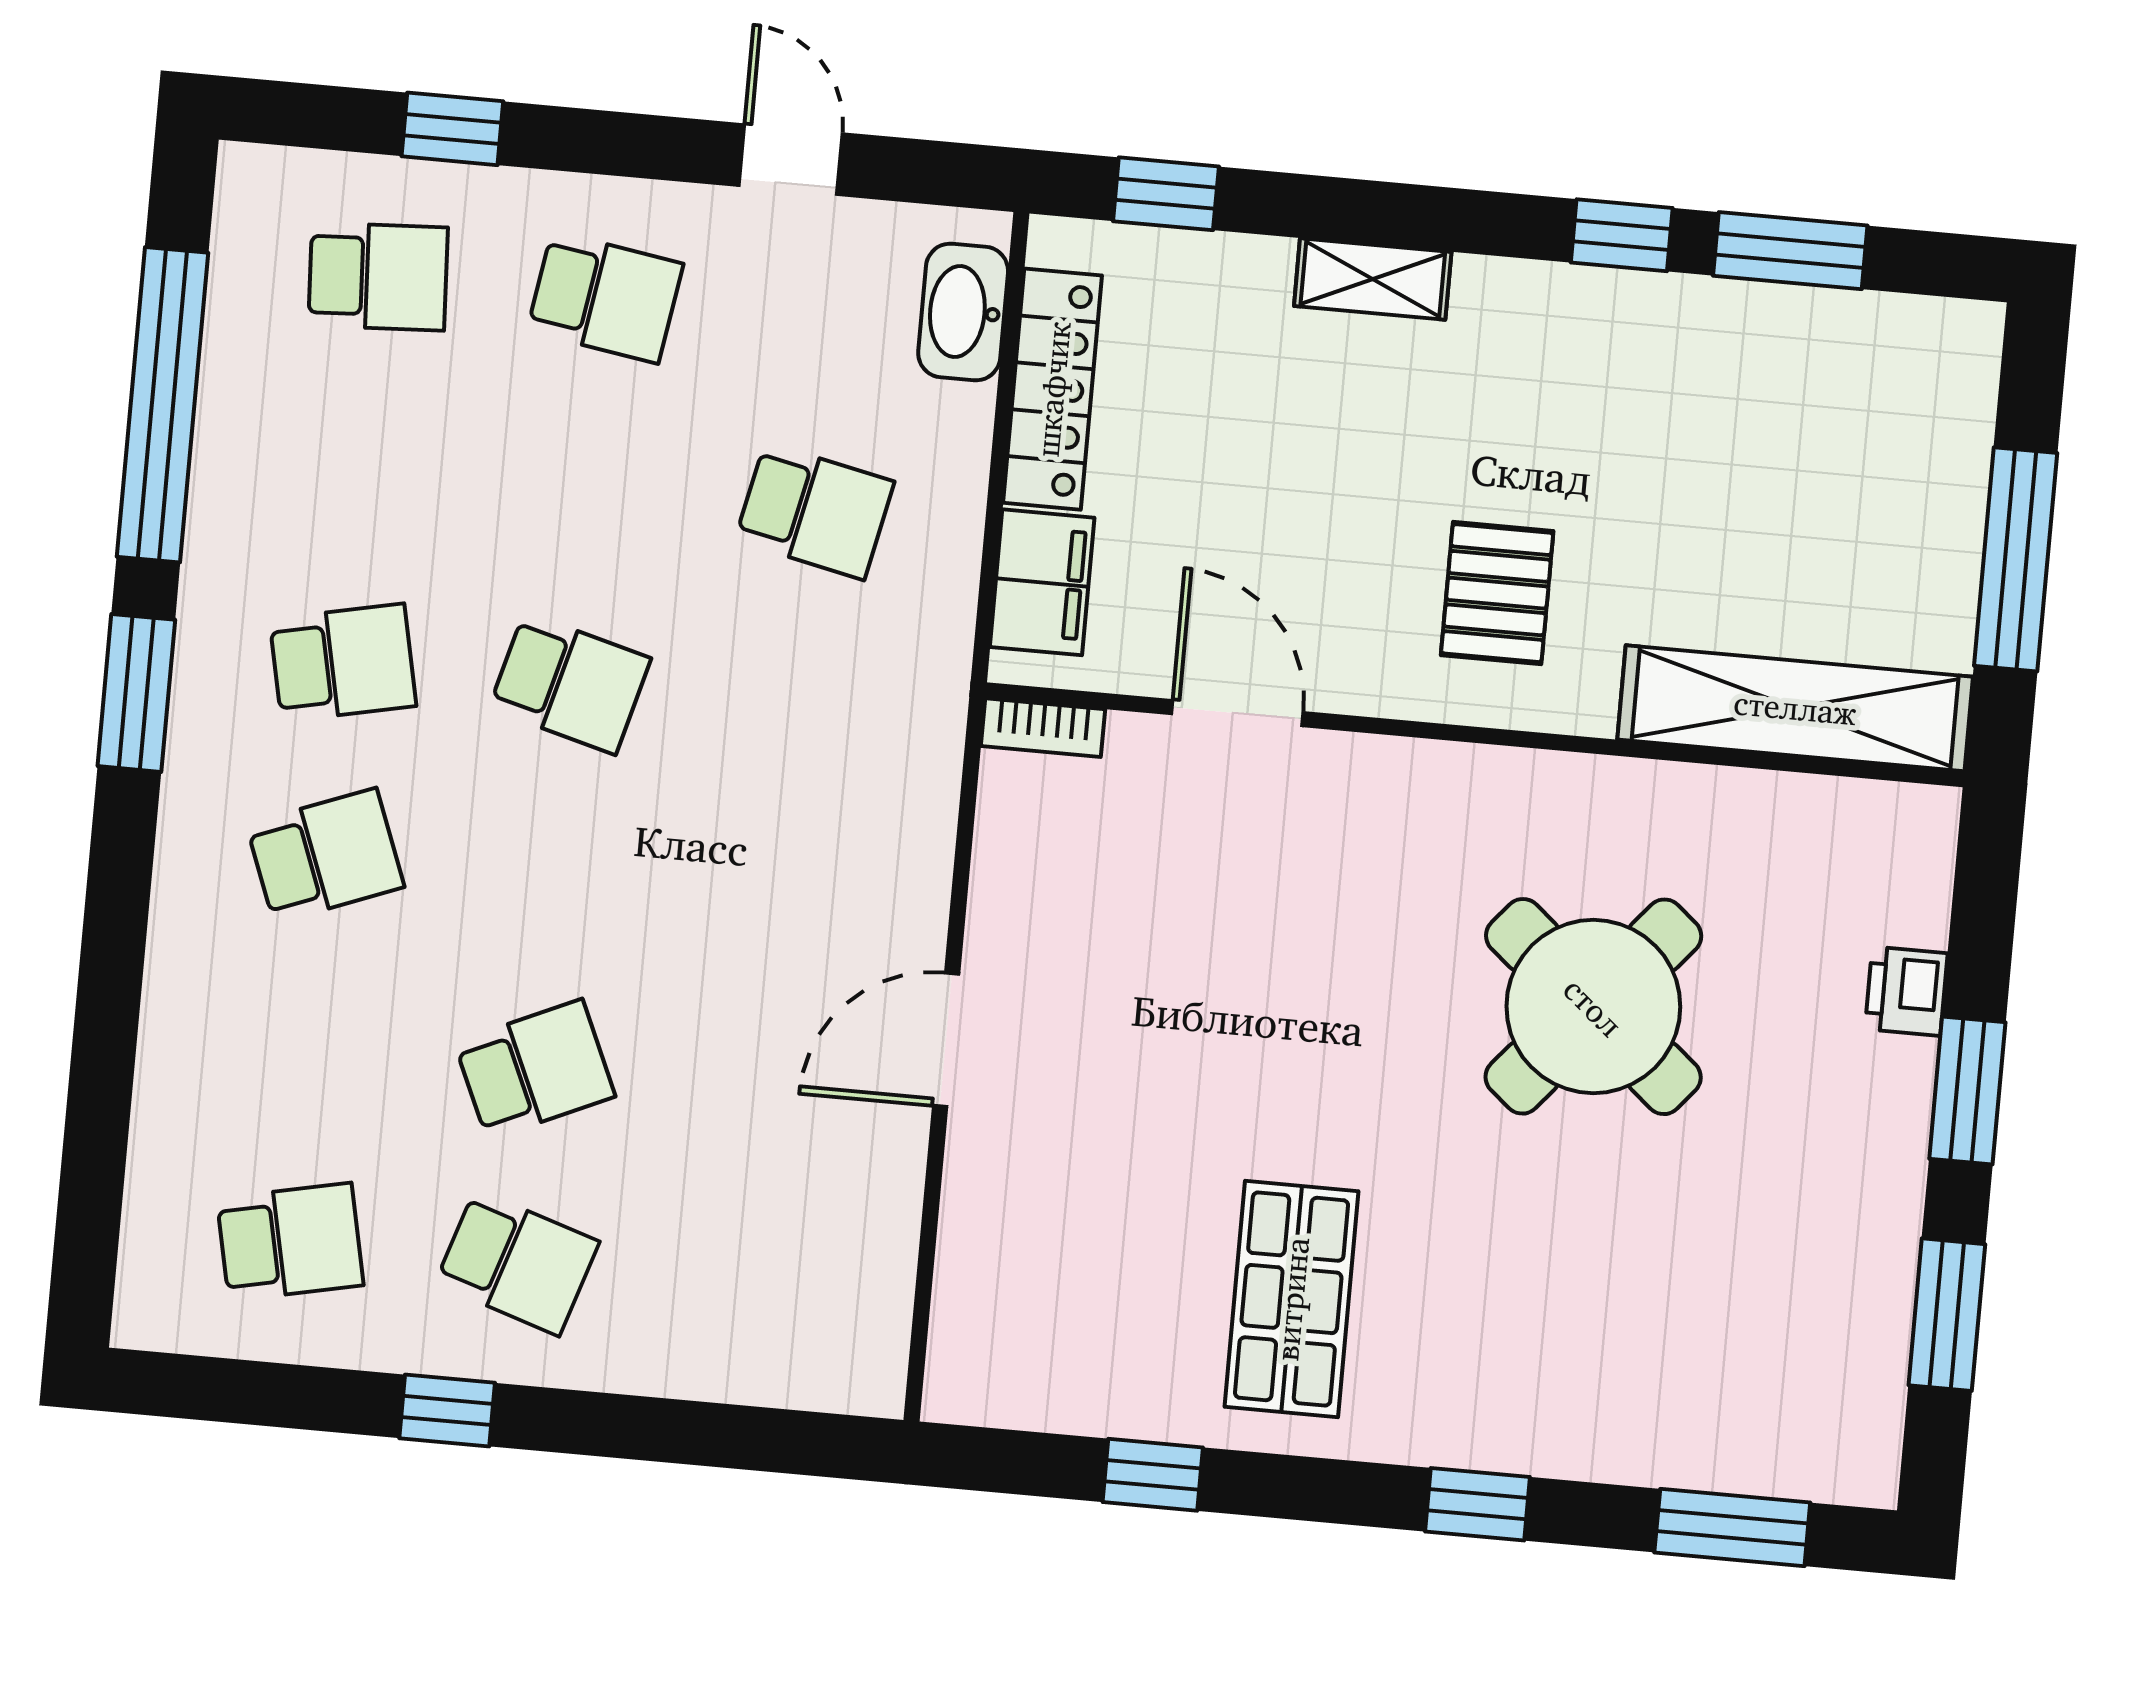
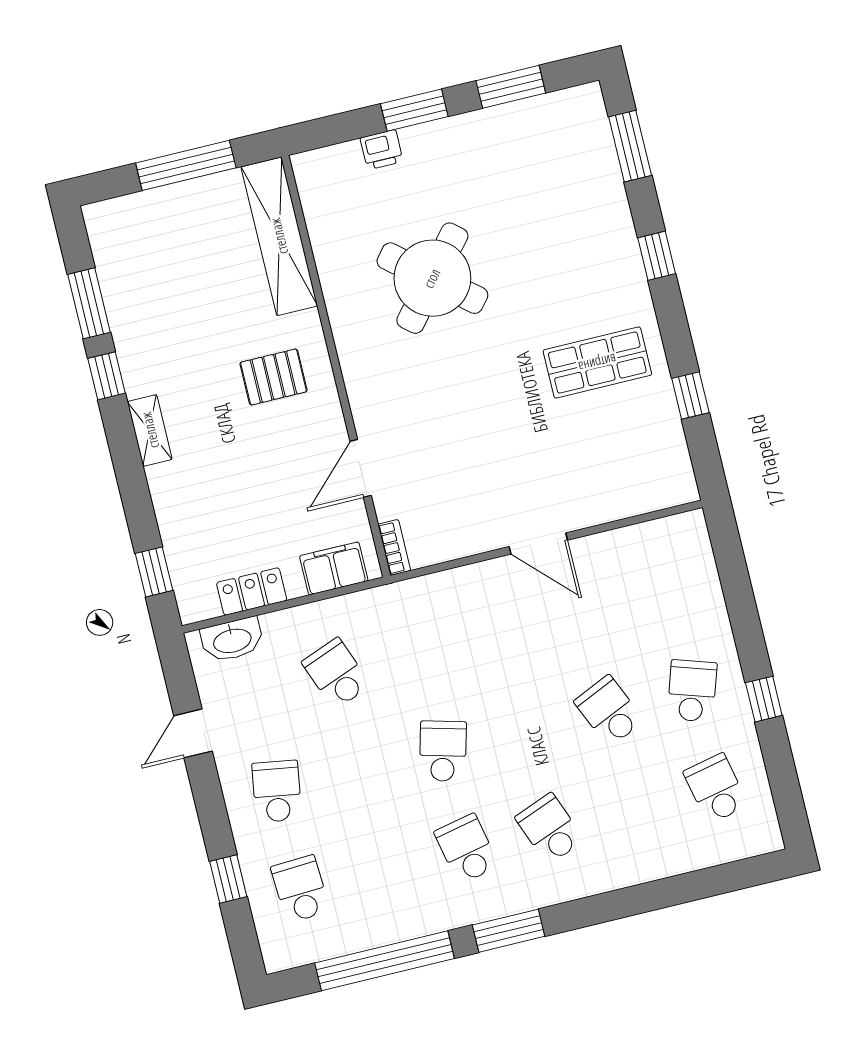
shelving: (1373, 279) -> (150, 430), moved
locker: (1053, 389) -> (252, 592), width x0.66
school desk: (815, 511) -> (336, 674), turned -33

